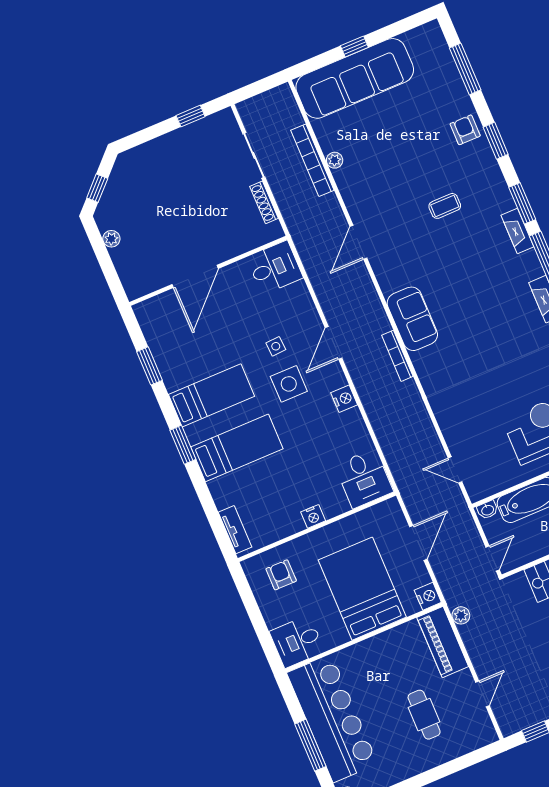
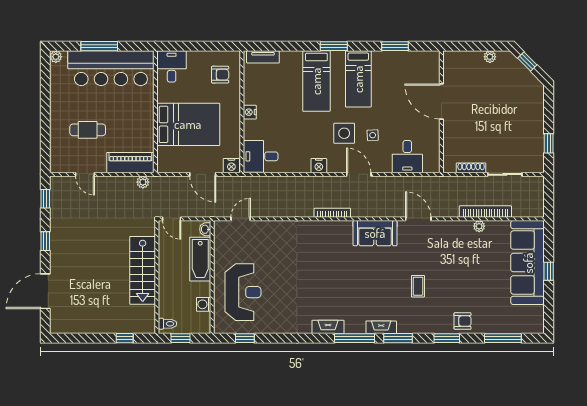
desk: (275, 268) -> (407, 157), moved
sofa: (412, 319) -> (375, 233), moved
nightstand: (428, 596) -> (231, 166), moved

